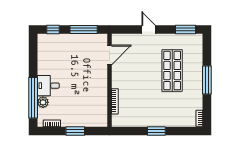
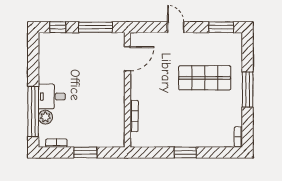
shop shelf: (172, 71) -> (205, 78), turned 90

